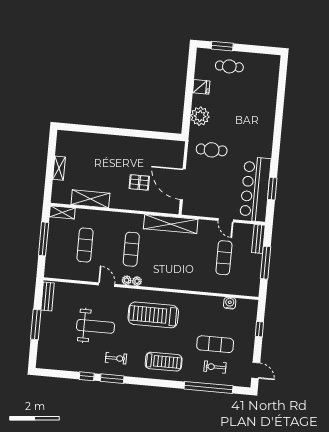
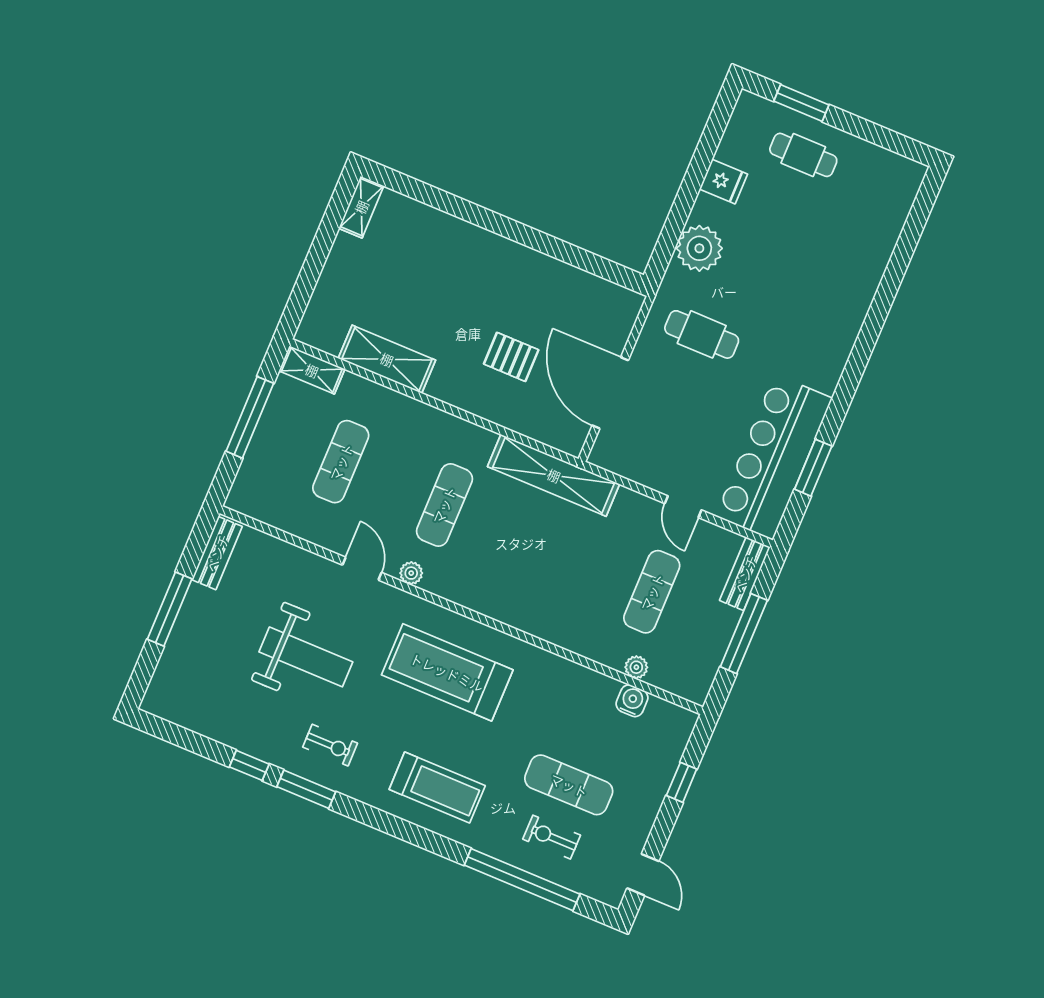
shelving: (59, 168) -> (361, 207), moved
plant: (137, 281) -> (636, 667), moved

